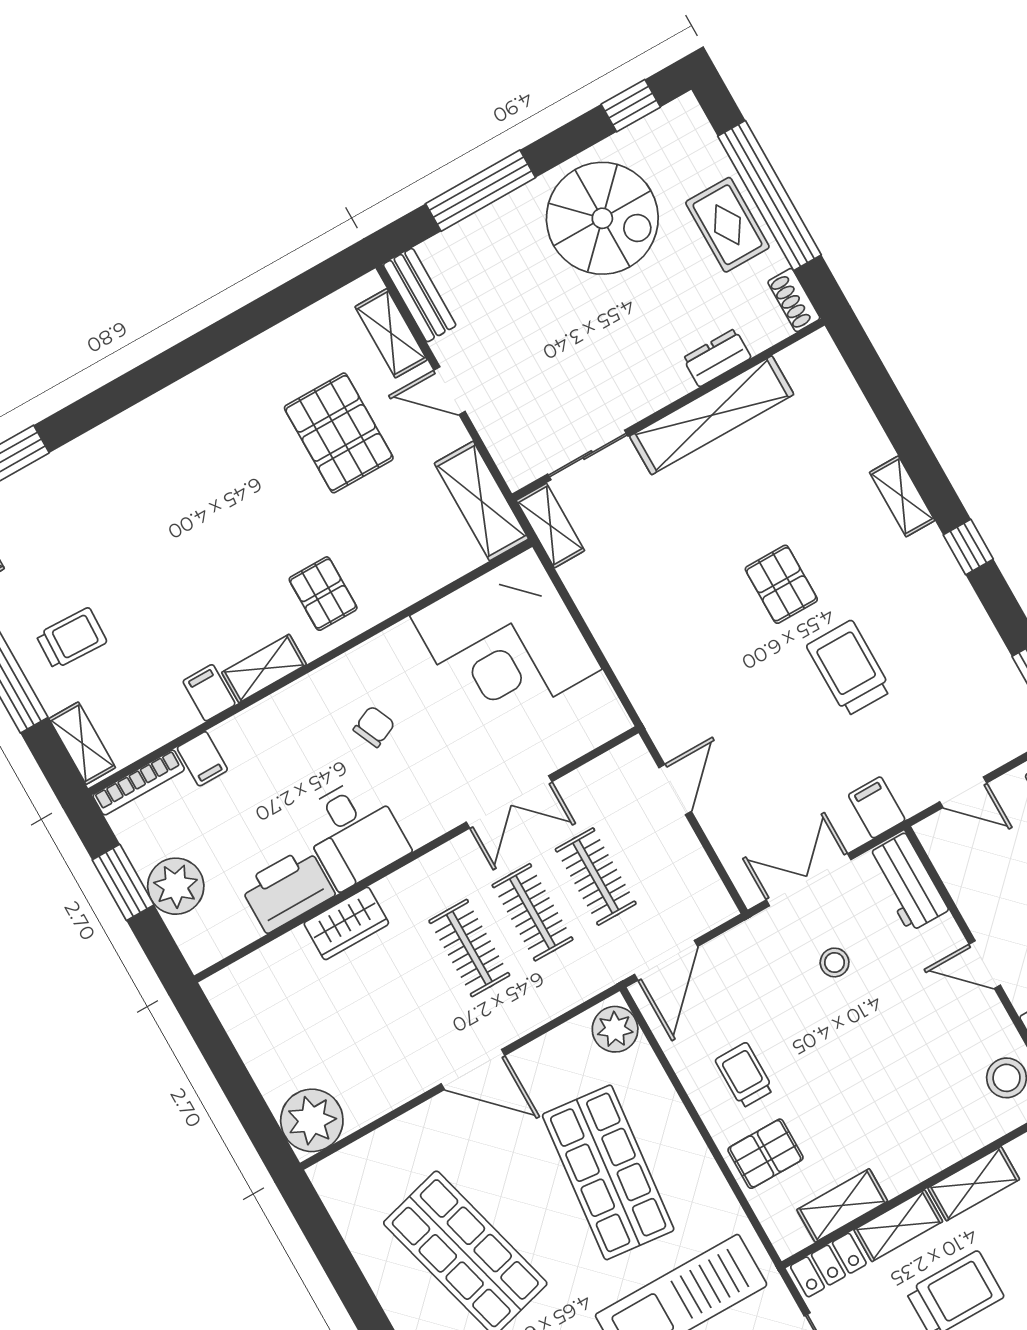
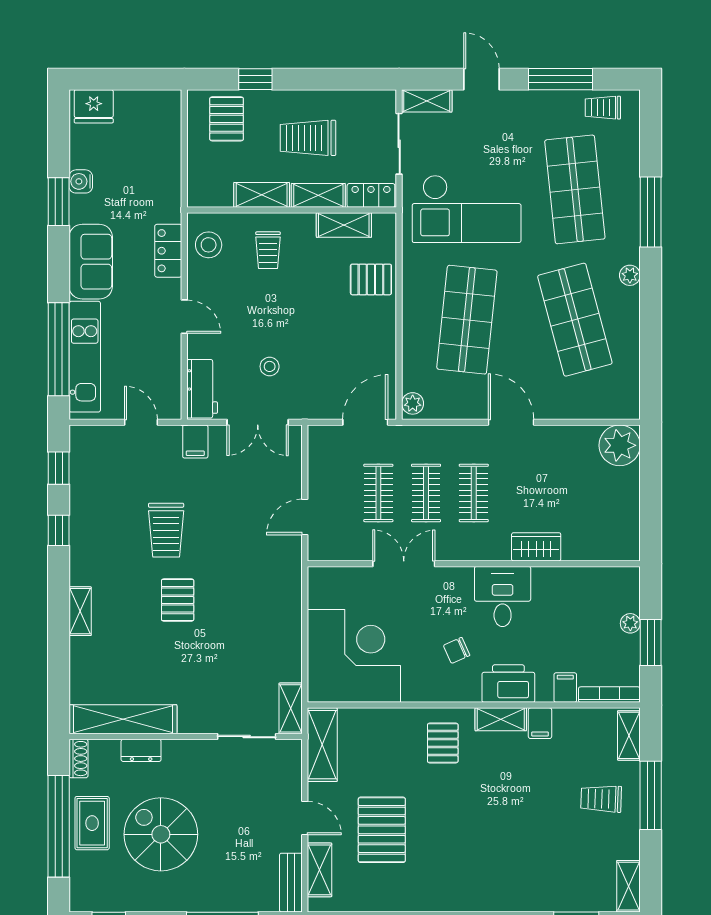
spiral stairs: (602, 218) -> (161, 834), moved
shelving: (712, 415) -> (123, 719), moved
window: (968, 547) -> (59, 530), moved
plant: (176, 886) -> (630, 623), width x0.53, depth x0.53
printer: (287, 890) -> (508, 684), moved, turned 180
plant: (615, 1029) -> (413, 403), width x0.73, depth x0.73
trolley: (744, 1075) -> (268, 250), moved

